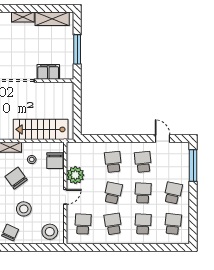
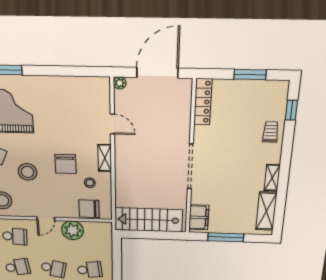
filing cabinet: (48, 72) -> (199, 217), moved
stairs: (41, 129) -> (148, 220), moved, turned -90
chair: (16, 178) -> (66, 164), turned 126
door: (65, 197) -> (46, 219), hinge flipped

